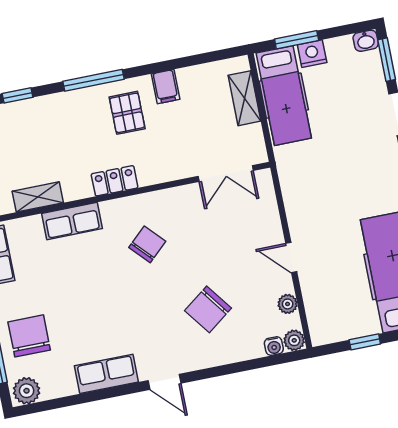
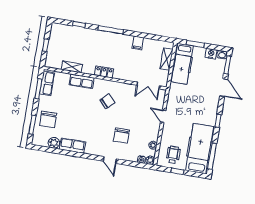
nightstand: (312, 54) -> (211, 54), moved
pallet: (127, 113) -> (119, 47), removed
door: (291, 258) -> (163, 116), moved
chair: (208, 309) -> (121, 136), turned -53
wheelchair: (341, 309) -> (173, 155), added
chair: (29, 336) -> (48, 119), turned 180
door: (165, 382) -> (110, 160), moved
plant: (27, 391) -> (54, 143), moved

